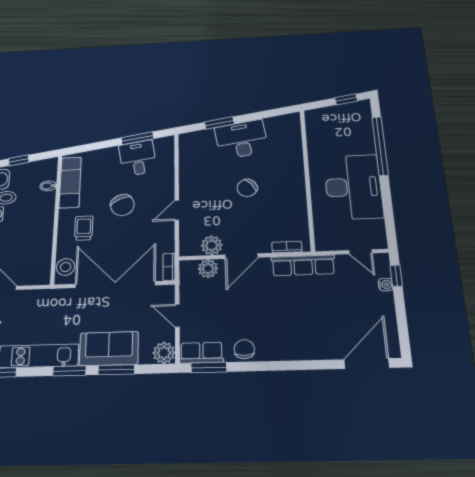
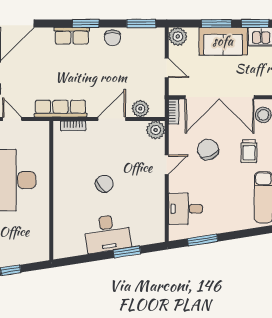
desk: (138, 158) -> (185, 209), moved, turned 99
chair: (122, 205) -> (208, 150), moved
plant: (212, 245) -> (156, 130), moved
row of seats: (201, 353) -> (72, 36), moved
window: (279, 366) -> (86, 23), added

